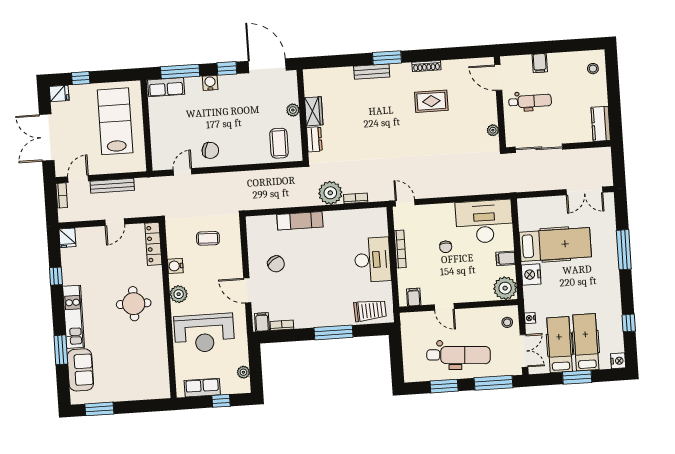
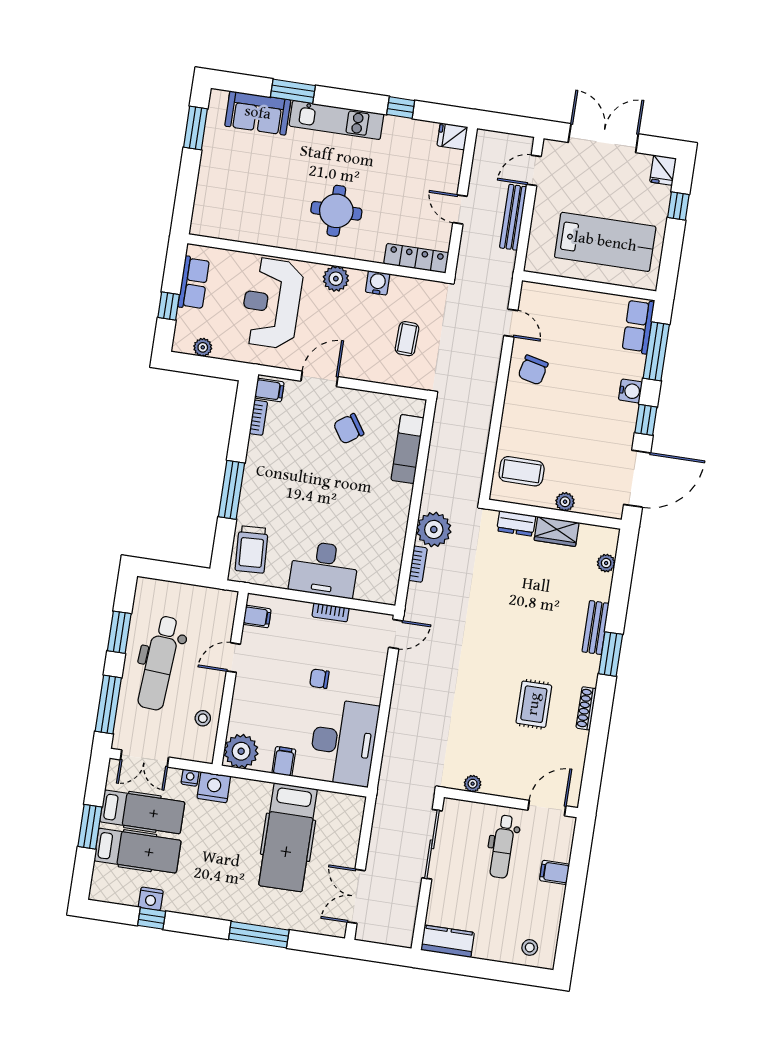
plant: (327, 74) -> (606, 563), added
door: (78, 179) -> (534, 170), swing flipped
bookcase: (62, 195) -> (515, 141), removed
exam couch: (300, 221) -> (407, 449), moved
bookcase: (400, 249) -> (331, 612), width x0.64
nightstand: (531, 275) -> (214, 787), moved
stool: (507, 322) -> (203, 718), moved
nightstand: (618, 361) -> (151, 899), moved

